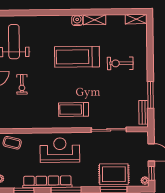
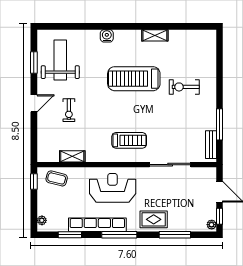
shelving: (136, 19) -> (72, 156), moved
water cooler: (77, 20) -> (107, 36), moved
treadmill: (74, 109) -> (129, 140), turned 180
rug: (114, 174) -> (154, 219), moved, width x0.73, depth x0.70

